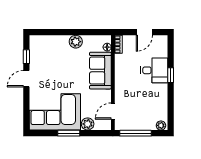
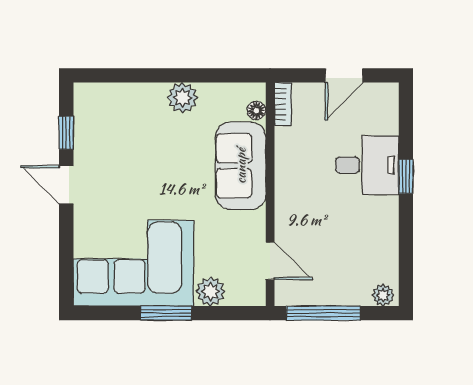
door: (26, 79) -> (66, 185), hinge flipped
door: (113, 111) -> (270, 261), swing flipped

